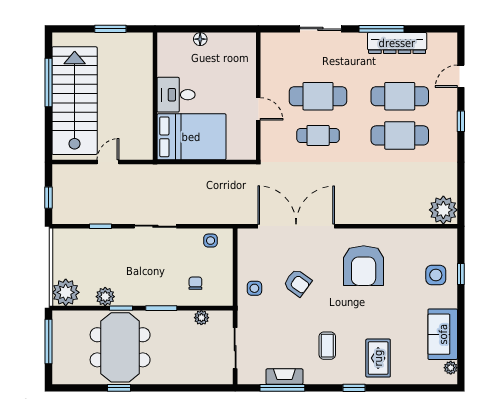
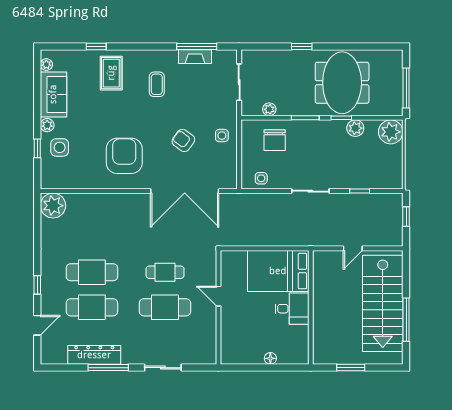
chair: (195, 283) -> (275, 140), width x1.87, depth x1.87
plant: (450, 300) -> (47, 125), added
window: (119, 388) -> (302, 46), moved
window: (354, 388) -> (96, 46), moved

